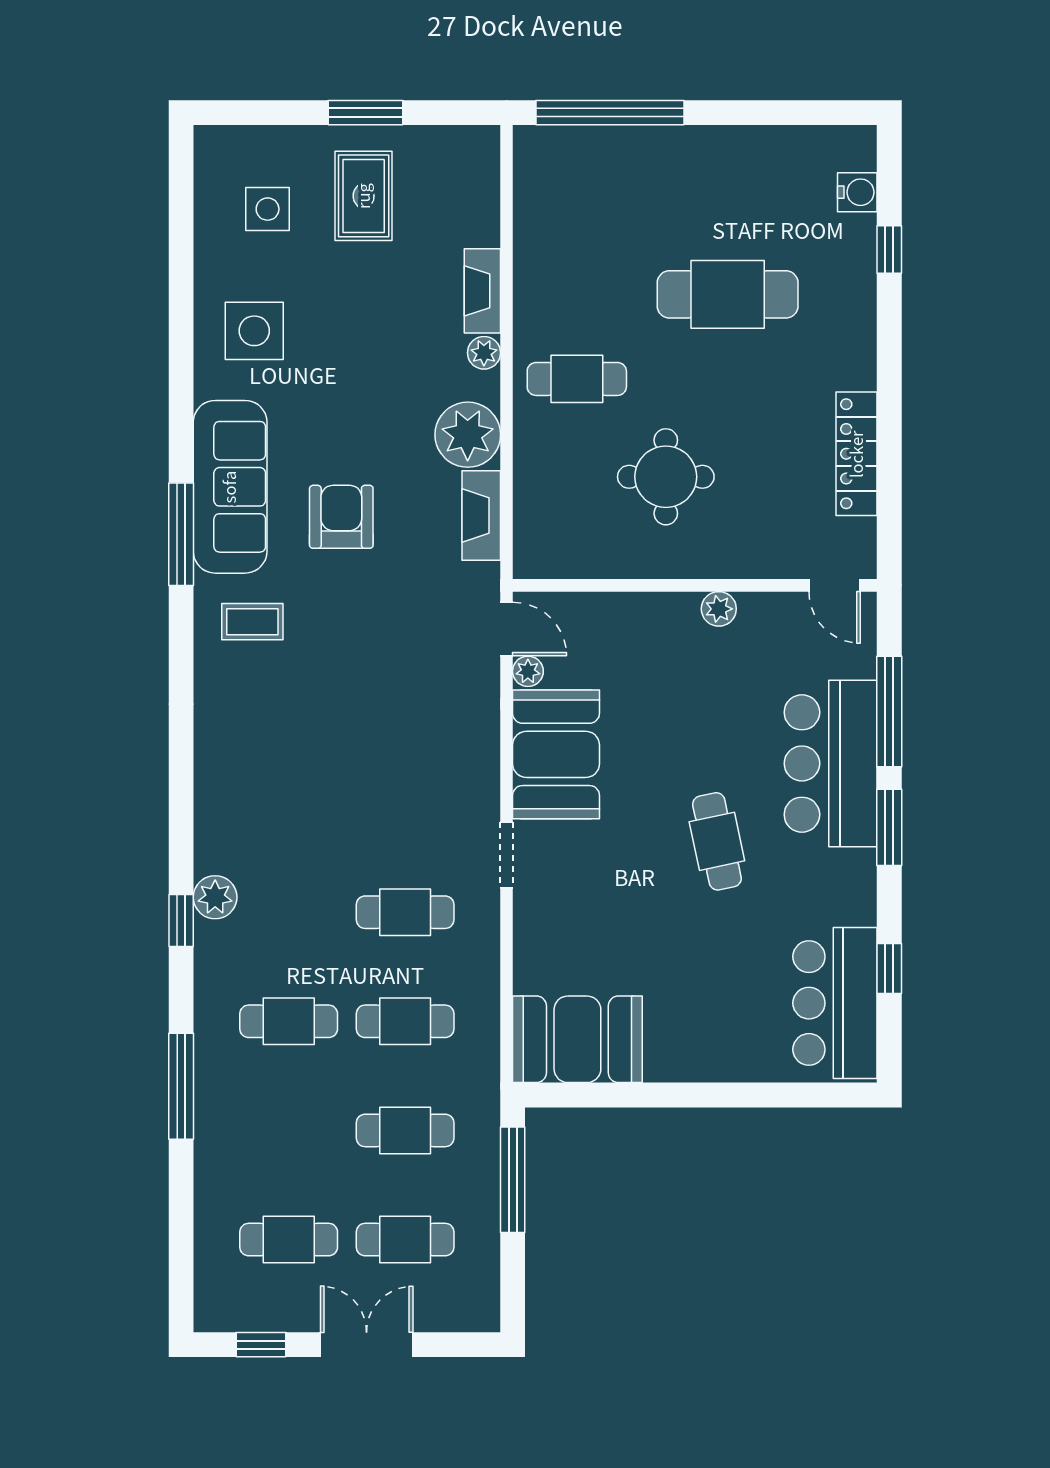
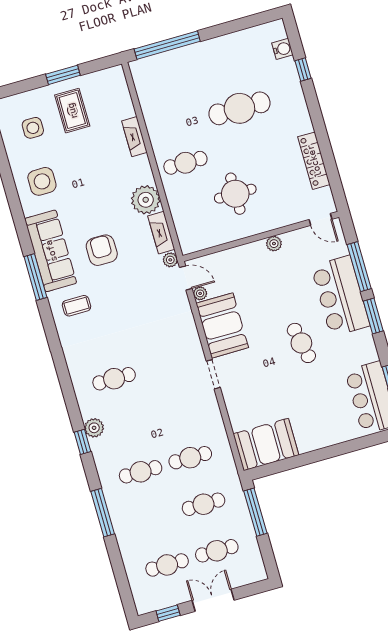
plant: (484, 353) -> (170, 260), moved
cafe table: (405, 912) -> (114, 379), moved

